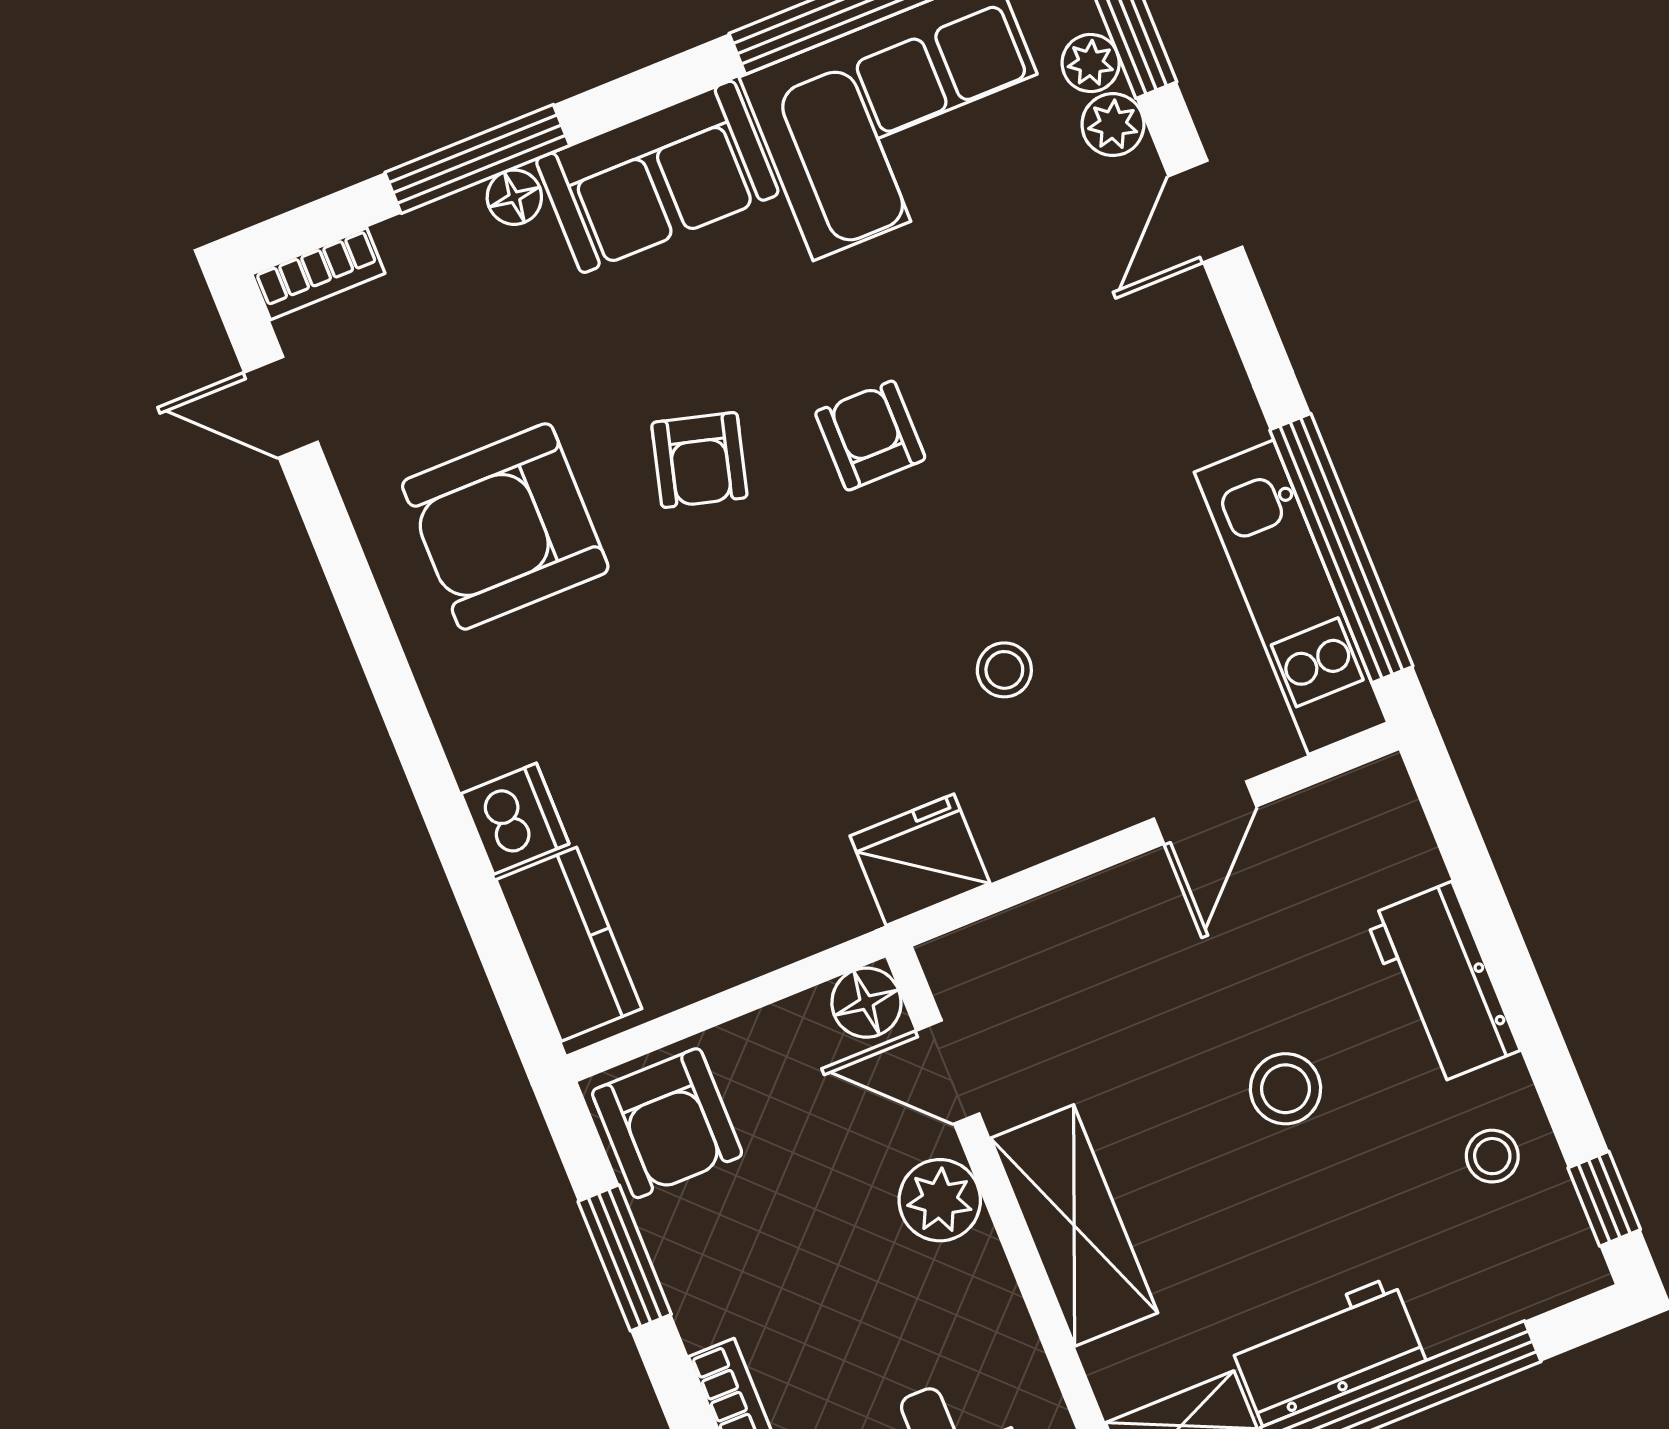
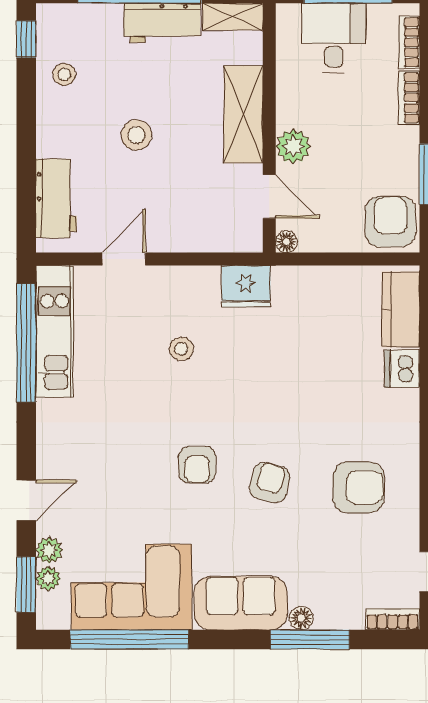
armchair: (505, 526) -> (358, 487), width x0.73, depth x0.73
workbench: (1442, 983) -> (56, 198), moved
floor lamp: (866, 1003) -> (287, 242), width x0.73, depth x0.73

